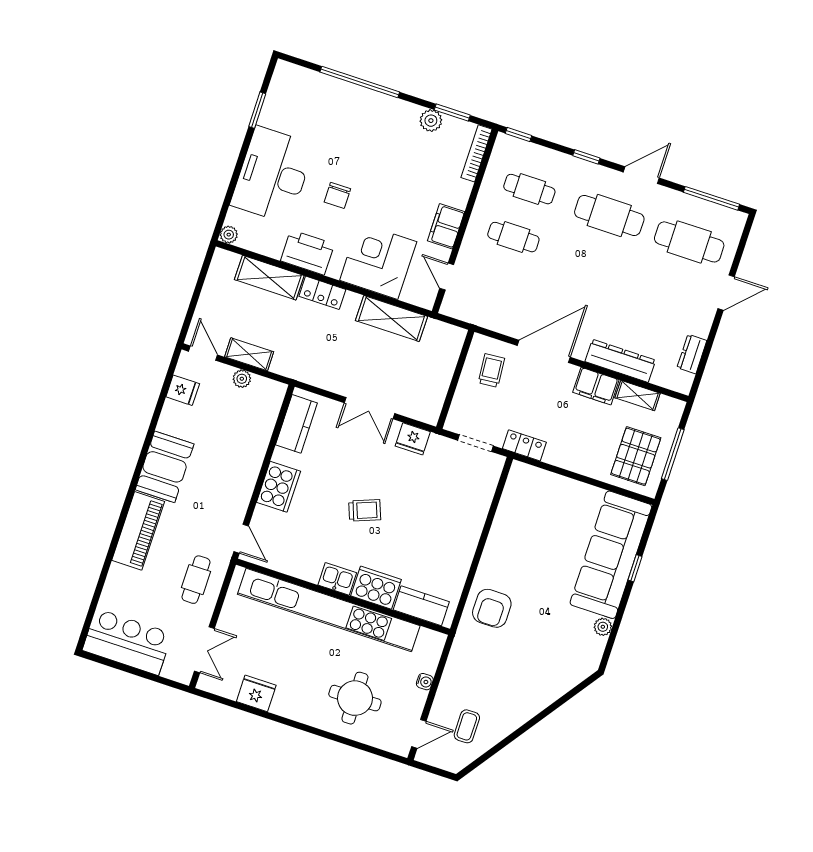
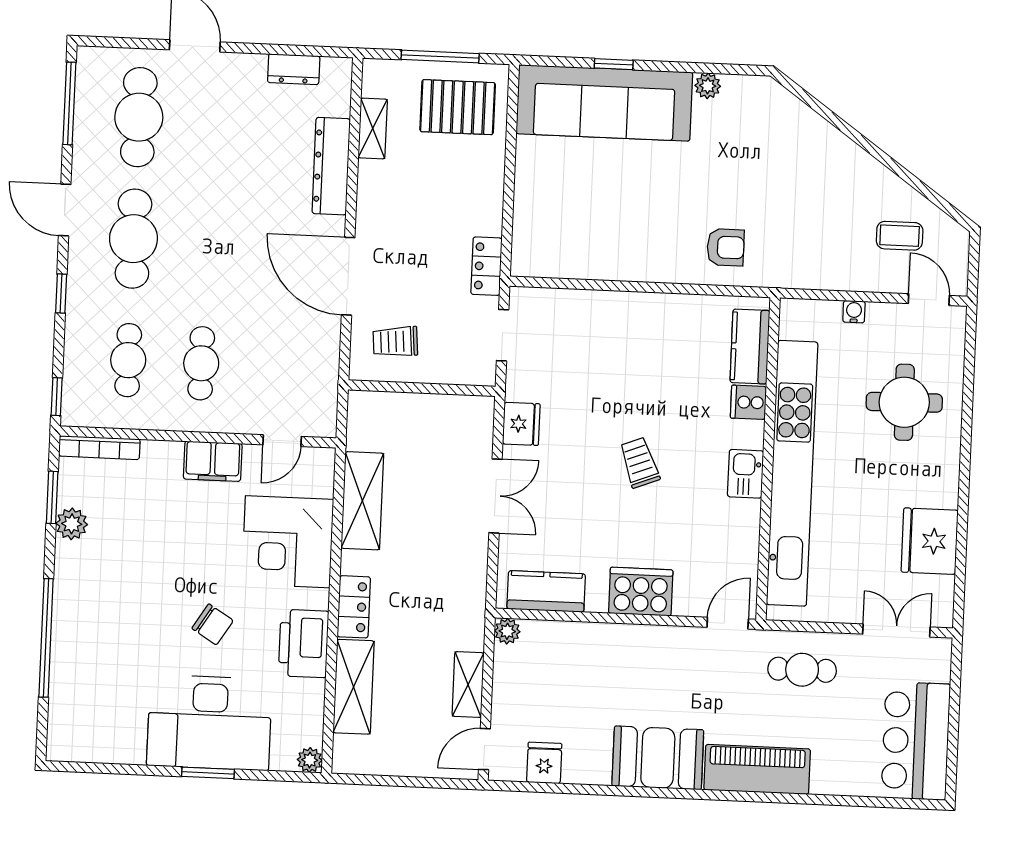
window: (257, 110) -> (208, 773), moved
chair: (337, 195) -> (213, 624), turned 32
plant: (242, 379) -> (507, 631), moved
filing cabinet: (596, 386) -> (376, 190), removed
cooker: (376, 588) -> (748, 402), width x0.53, depth x0.76
armchair: (492, 608) -> (726, 247), width x0.72, depth x0.72
fridge: (256, 693) -> (930, 541), width x1.36, depth x1.34

